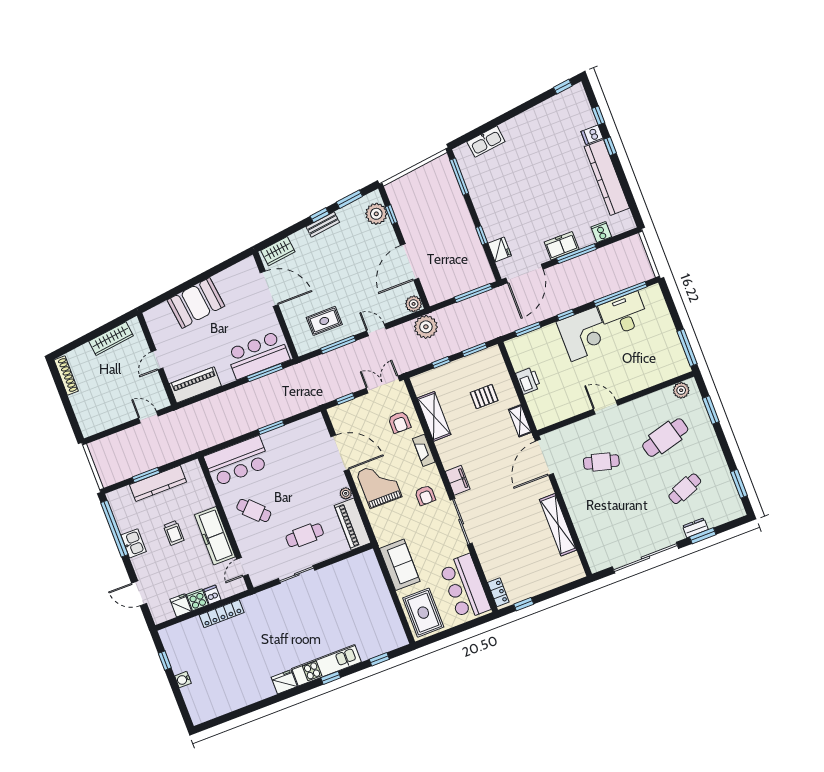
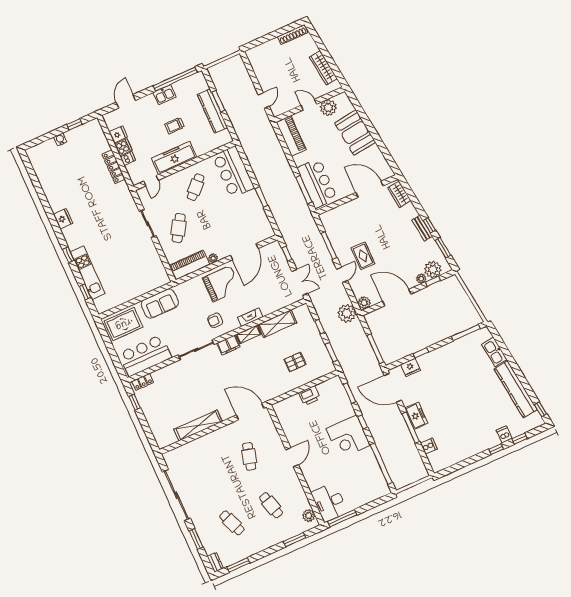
kitchen counter: (607, 177) -> (516, 389), moved, turned -97
plant: (387, 229) -> (421, 279), added
door: (269, 289) -> (370, 189), swing flipped
desk: (624, 314) -> (329, 502), moved, turned 180
rug: (324, 321) -> (363, 256), moved
plant: (162, 335) -> (328, 108), added
pallet: (484, 397) -> (295, 362), turned 90
shelving: (520, 421) -> (248, 334), moved
armchair: (400, 422) -> (271, 297), removed
cafe table: (665, 438) -> (271, 505), width x0.73, depth x0.74
dresser: (695, 528) -> (215, 562), moved
cafe table: (305, 535) -> (179, 228), turned 32
door: (242, 567) -> (151, 181), swing flipped
kitchen unit: (326, 665) -> (88, 273), moved

